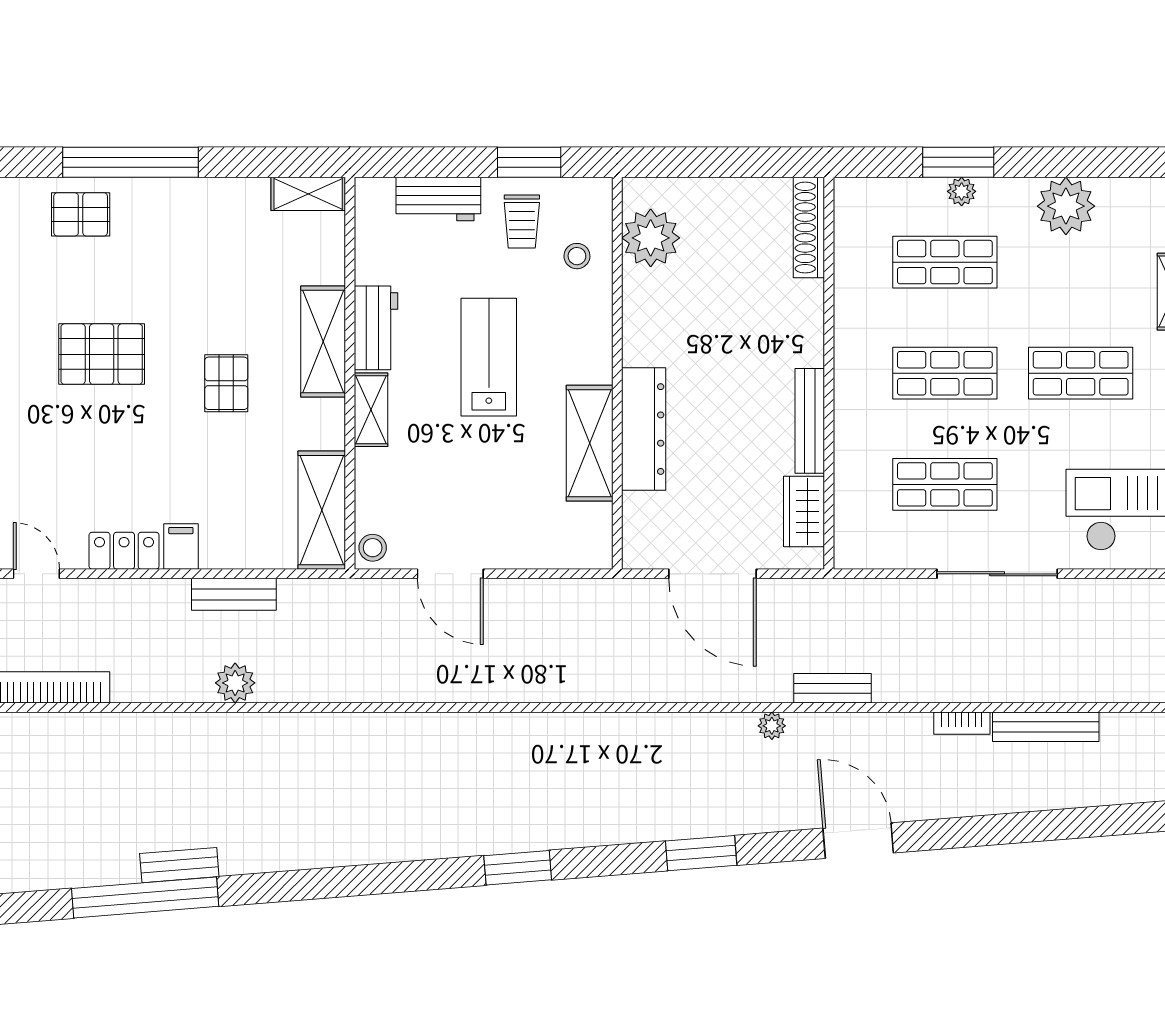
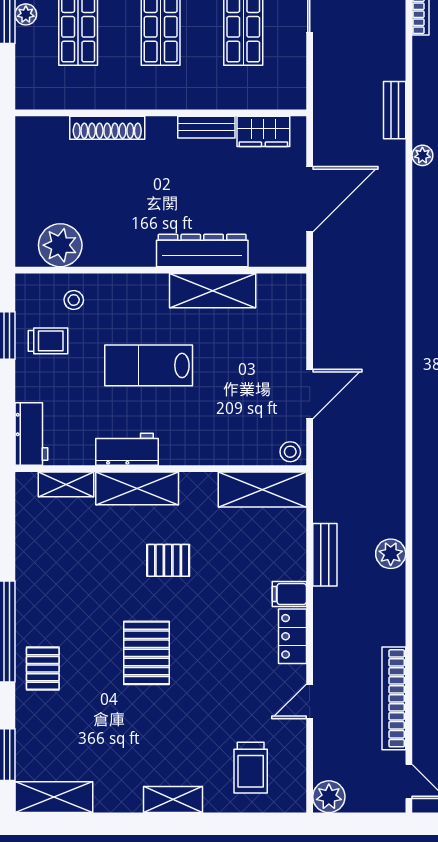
shelving: (308, 194) -> (66, 484), moved, turned 90
workbench: (438, 199) -> (31, 434), moved
shoe rack: (809, 228) -> (107, 128), moved
shelving: (371, 410) -> (188, 453), removed
bench: (810, 421) -> (206, 127), width x0.73

